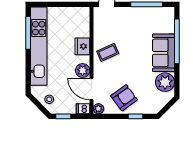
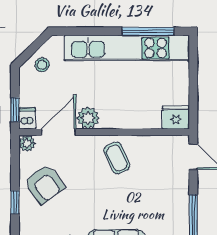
fridge: (82, 46) -> (176, 118), moved
window: (63, 116) -> (15, 110), moved

